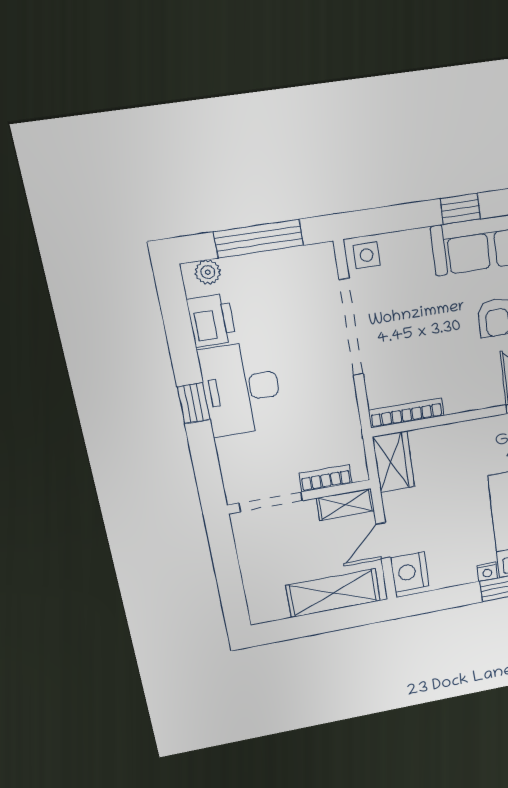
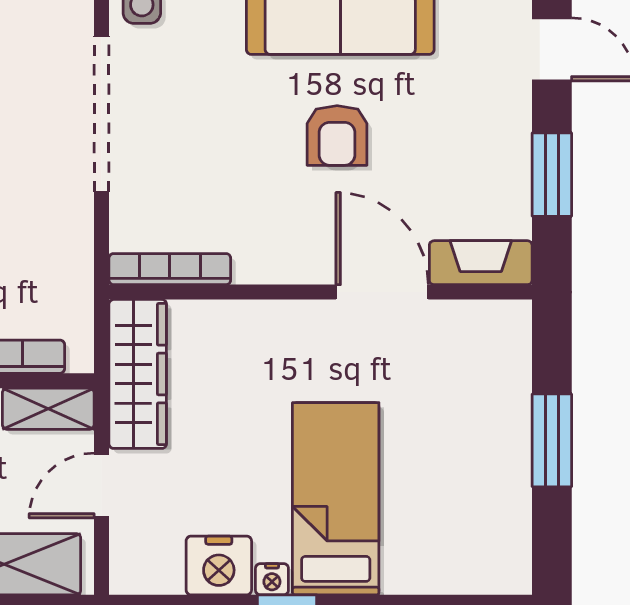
wardrobe: (394, 462) -> (138, 374), width x1.50
nightstand: (410, 572) -> (219, 565), moved, turned -90

